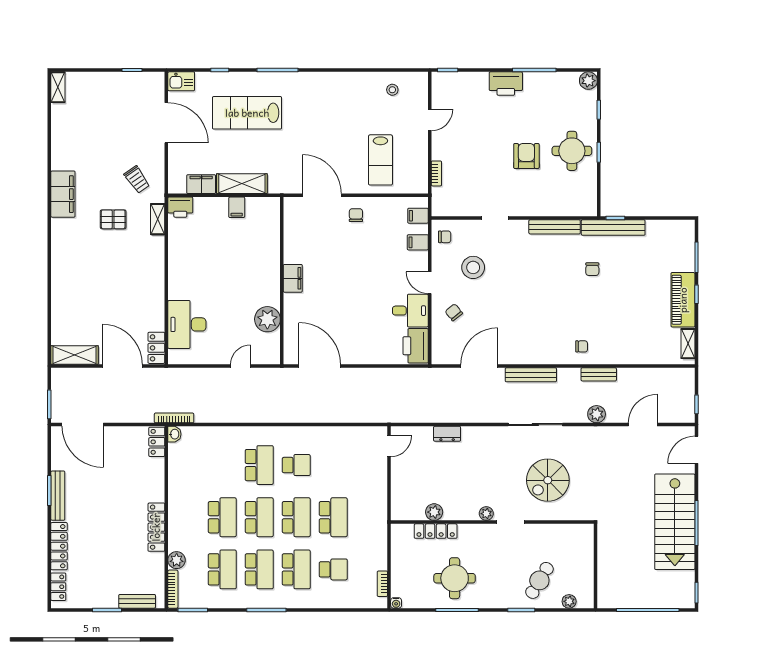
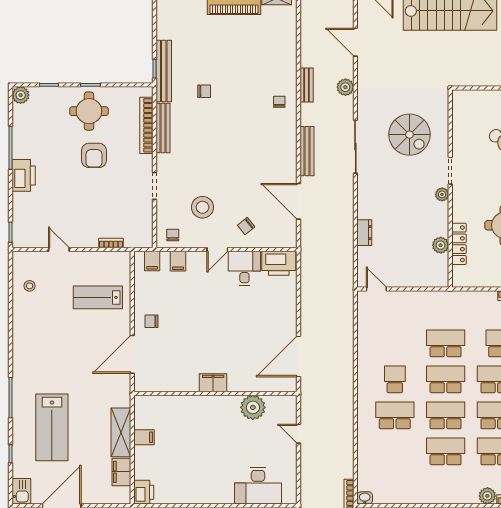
armchair: (526, 156) -> (94, 155), turned -90
lab bench: (380, 160) -> (98, 297), turned 180
bookcase: (557, 210) -> (146, 125), added

